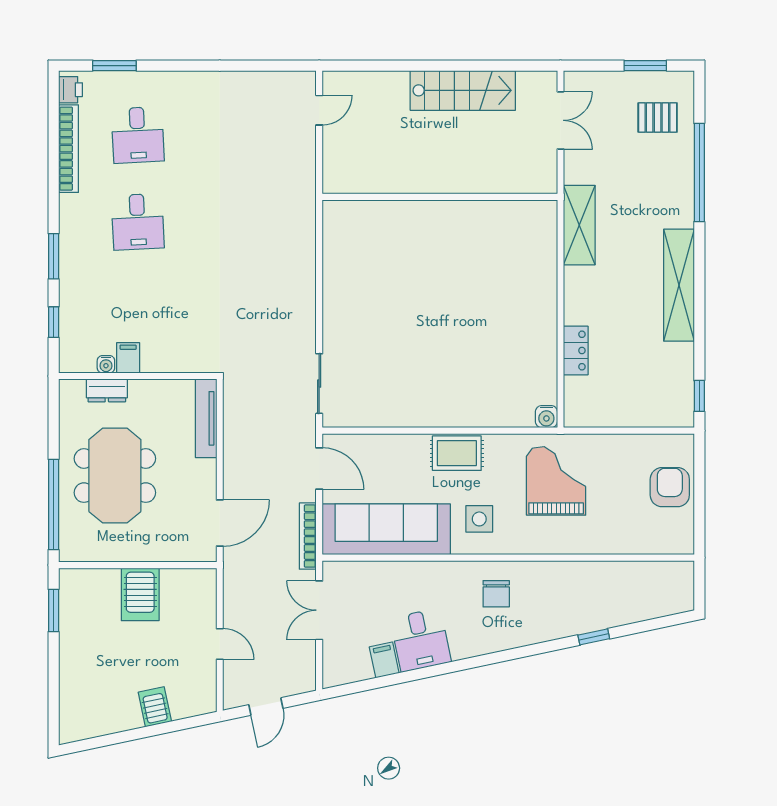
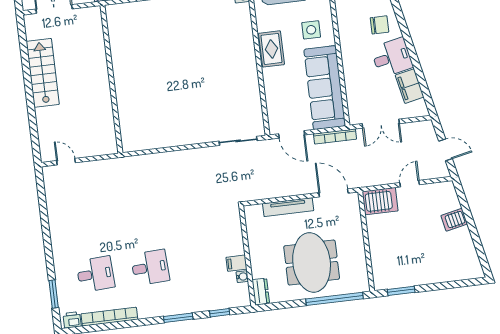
dresser: (107, 390) -> (261, 292), moved
tv unit: (206, 418) -> (288, 207), moved
door: (319, 469) -> (292, 134), swing flipped
meeting table: (115, 476) -> (312, 263), turned 90
server rack: (140, 594) -> (380, 201), moved
chair: (496, 594) -> (380, 25), moved
filing cabinet: (384, 660) -> (410, 86), width x2.00

